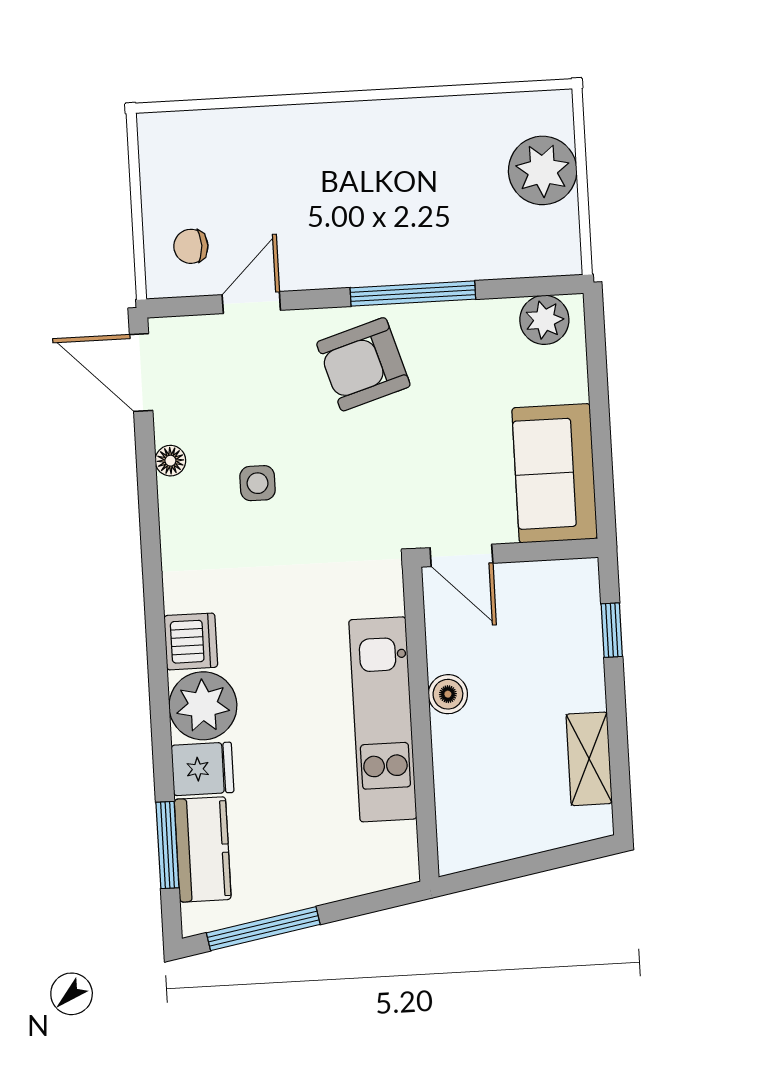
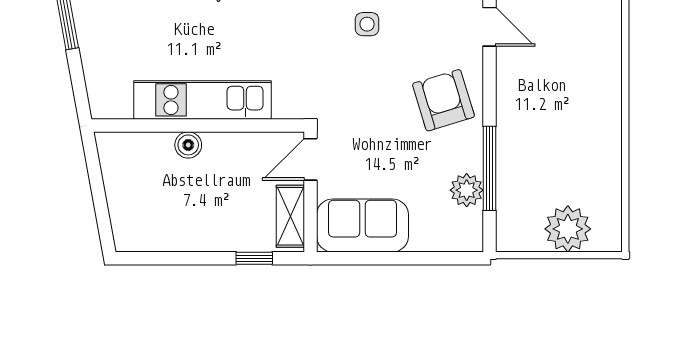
window: (413, 293) -> (489, 168), moved
plant: (544, 320) -> (467, 190), moved
boiler: (448, 694) -> (188, 145), moved
shelving: (589, 759) -> (290, 216), moved, turned 90

